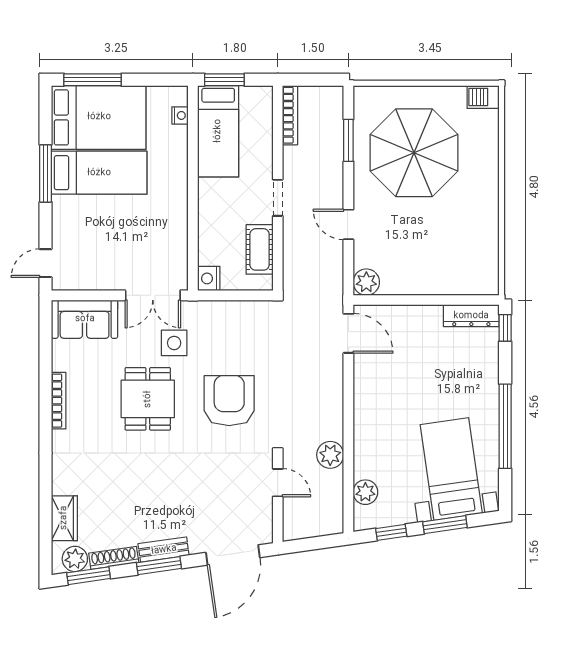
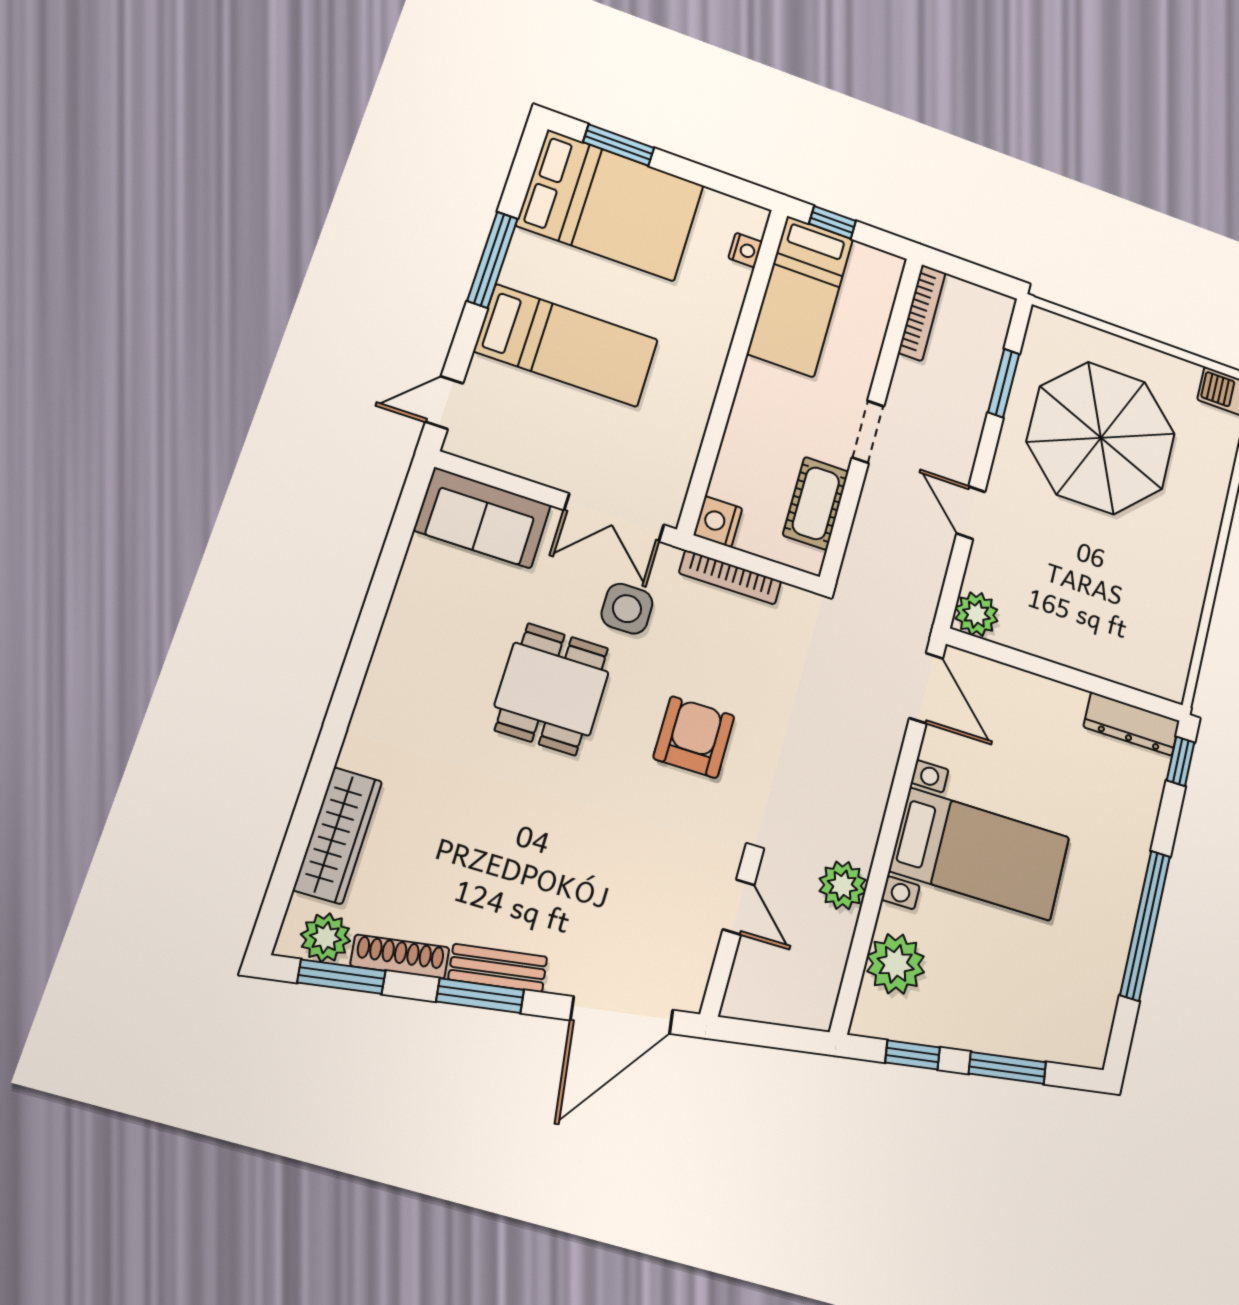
window: (93, 80) -> (619, 145), width x0.69
window: (224, 80) -> (833, 222), width x0.67
bed: (99, 173) -> (566, 346), moved
bookcase: (59, 401) -> (730, 577), moved, turned 90
armchair: (229, 401) -> (694, 737), width x0.73, depth x0.73
bed with nightstands: (451, 469) -> (980, 854), moved, turned 98
plant: (365, 492) -> (896, 964), width x1.36, depth x1.36
wardrobe: (64, 518) -> (338, 835), width x1.50

